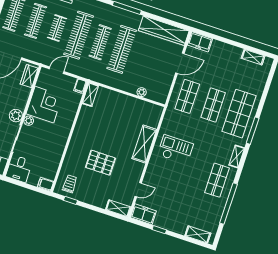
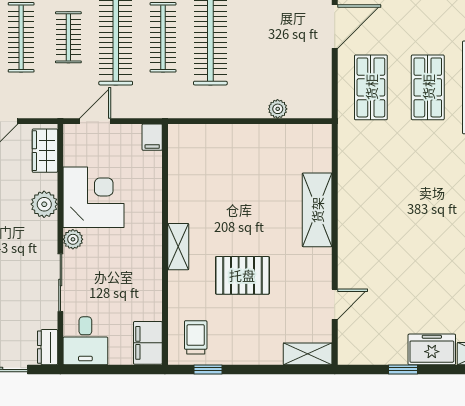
shelving: (90, 95) -> (178, 247), moved
plant: (16, 116) -> (44, 204), moved
checkout: (175, 149) -> (382, 200), removed
filing cabinet: (46, 184) -> (148, 343), width x2.00
freezer: (143, 214) -> (432, 349), moved

